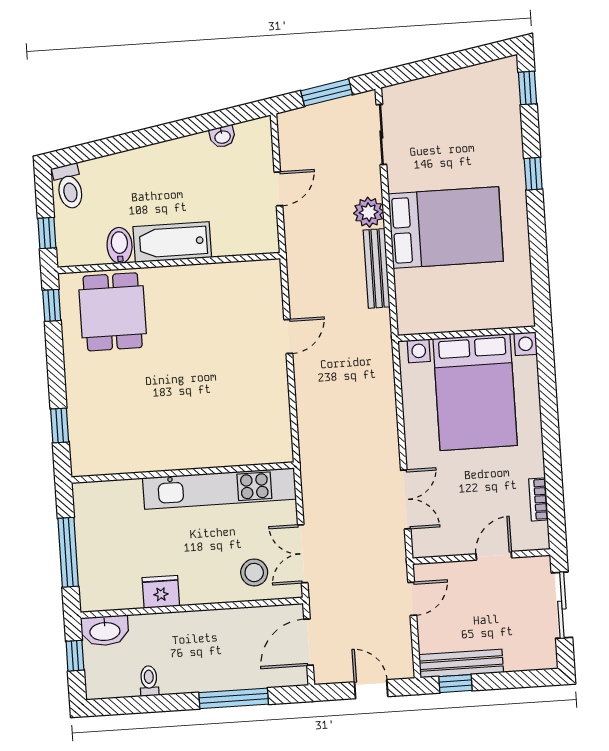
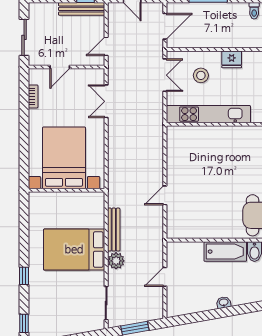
washbasin: (222, 137) -> (224, 303), moved
stool: (254, 572) -> (201, 75), moved
fridge: (161, 592) -> (232, 59), moved

